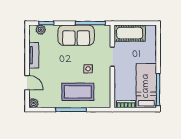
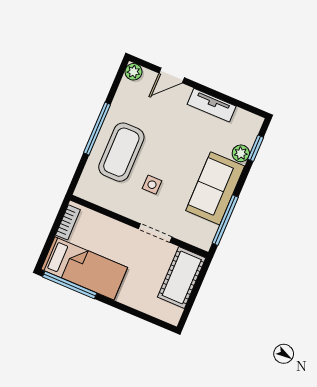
plant: (41, 30) -> (241, 153), moved

